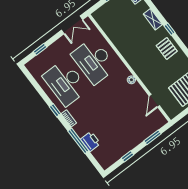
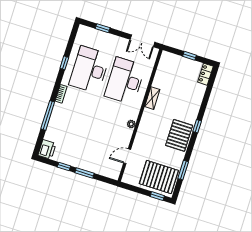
shelving: (153, 19) -> (152, 98), moved
pallet: (167, 48) -> (179, 135), width x1.50, depth x1.42
window: (55, 110) -> (64, 63), moved
window: (153, 137) -> (84, 173), moved
printer: (90, 141) -> (47, 149), moved

